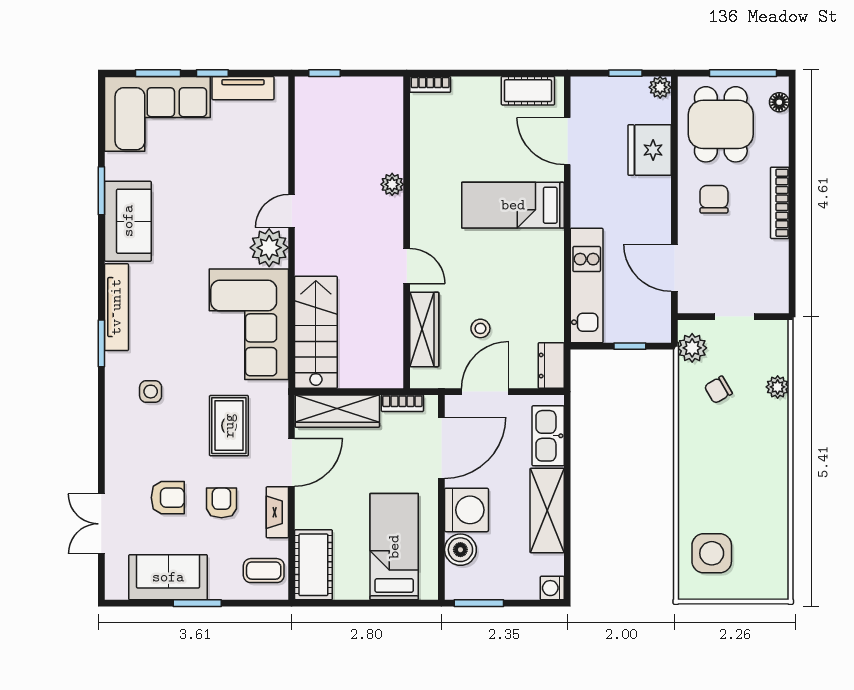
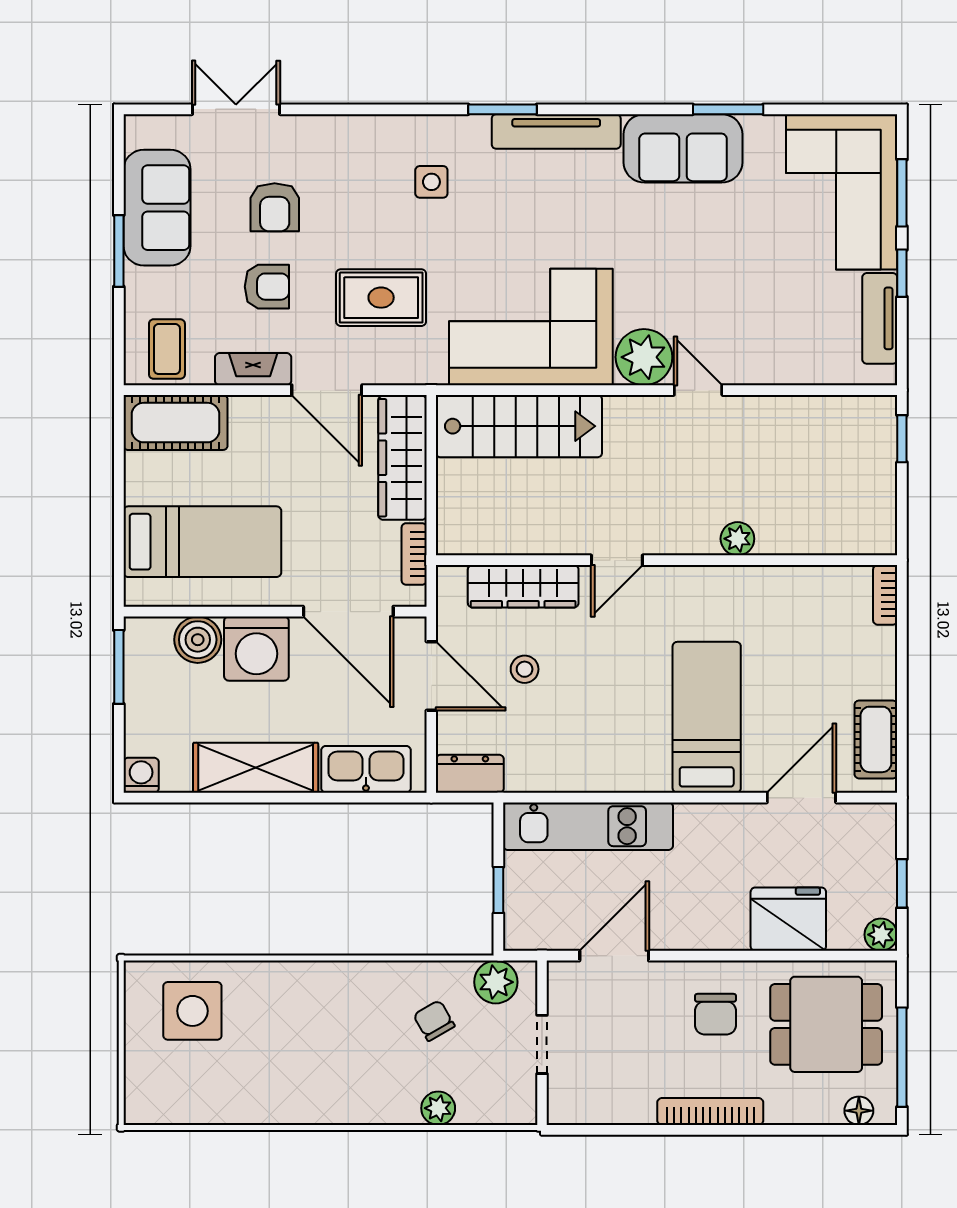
chair: (714, 199) -> (715, 1014), turned 90

